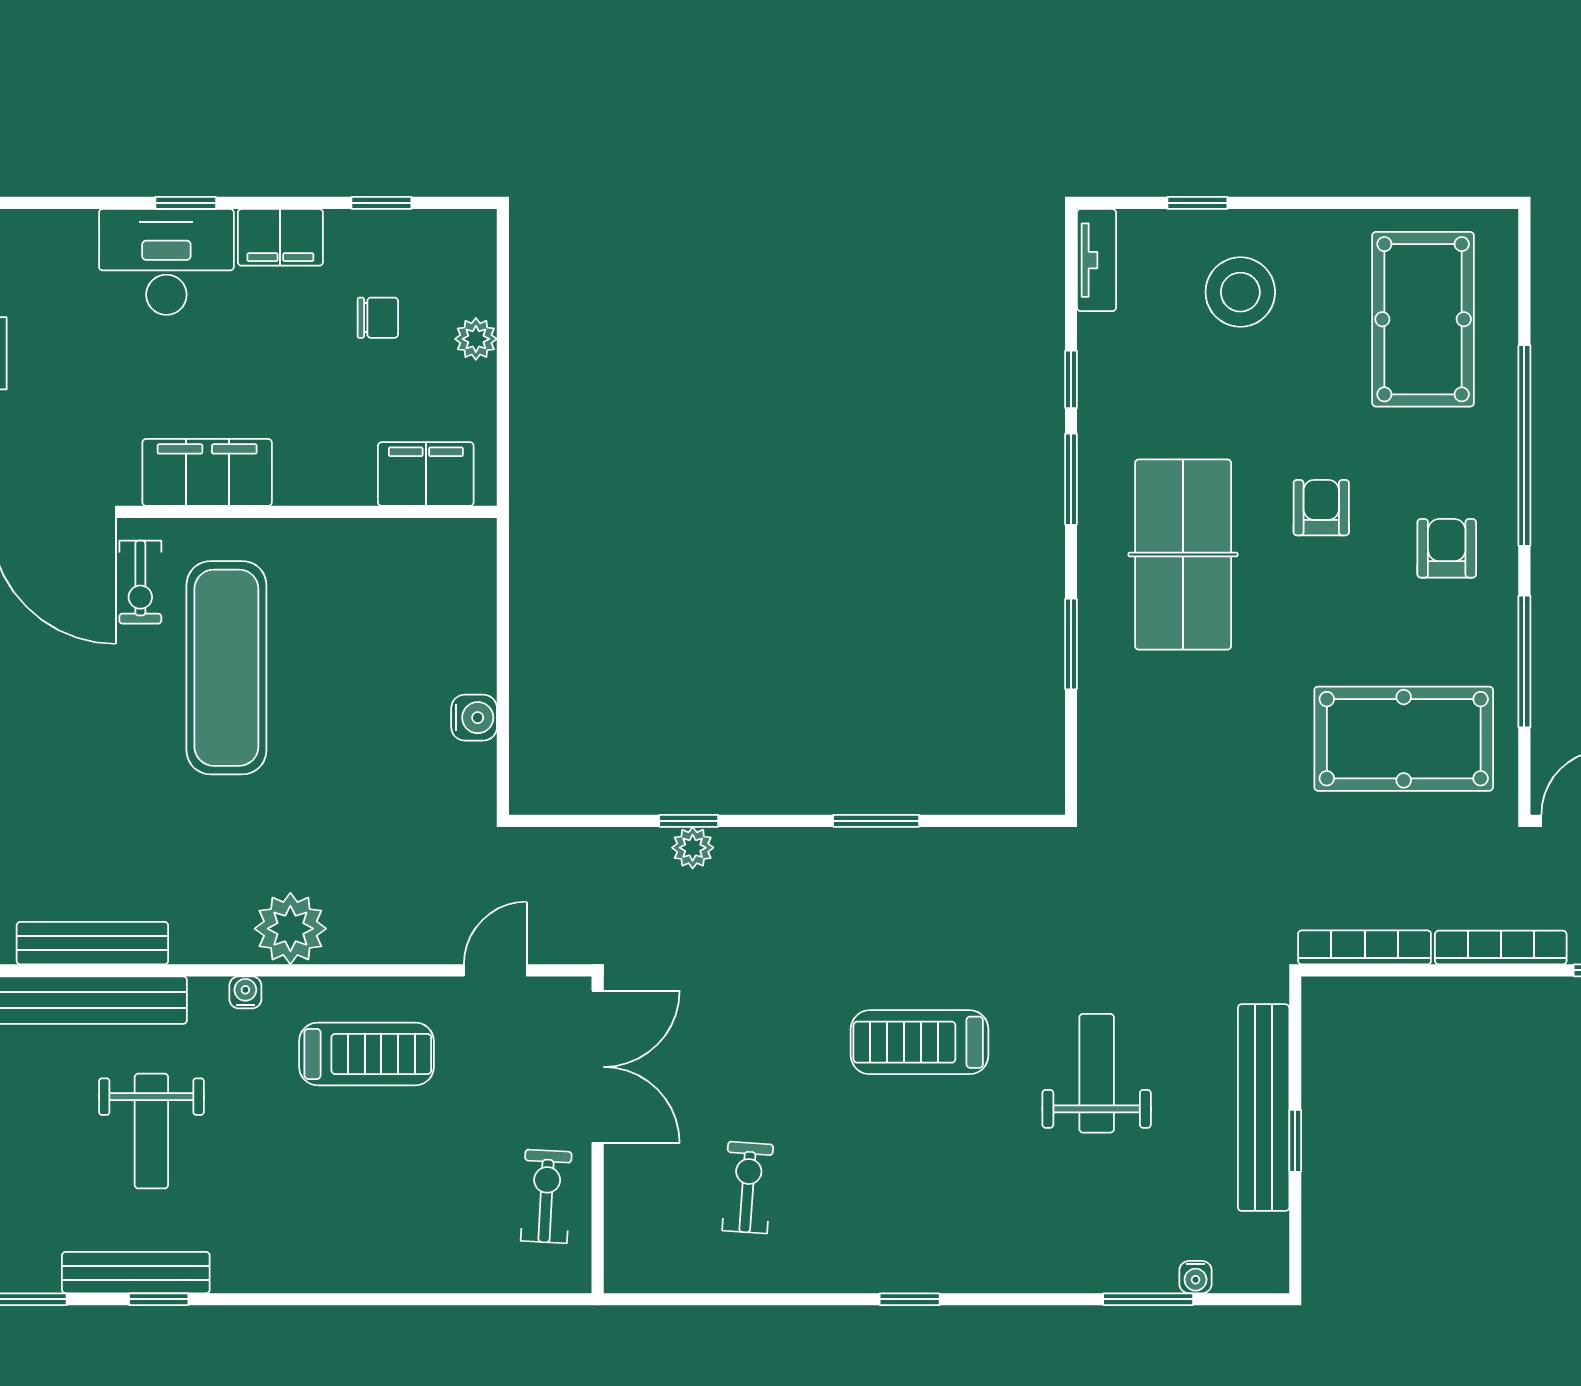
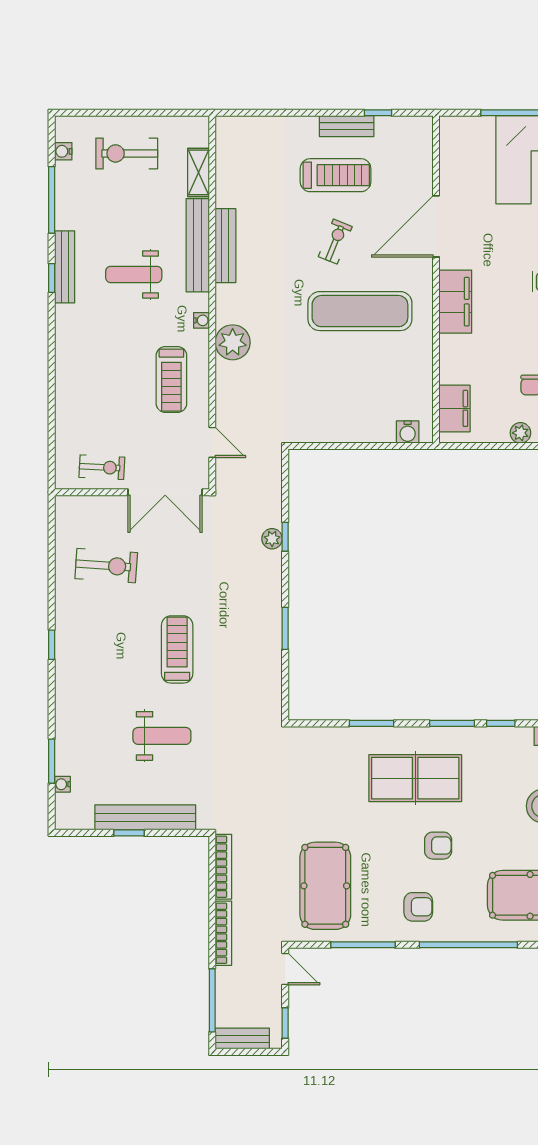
exercise bike: (140, 582) -> (335, 242), moved, turned 112
water cooler: (474, 718) -> (408, 432), moved
exercise bike: (748, 1188) -> (106, 566), width x1.38, depth x1.39

